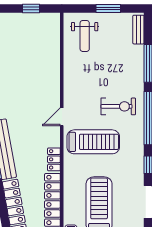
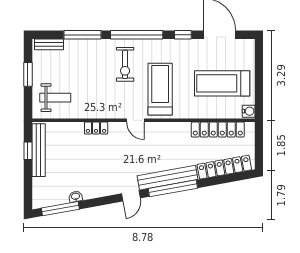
bench: (32, 19) -> (39, 150), added
exercise bike: (118, 106) -> (125, 64), turned 180
locker: (54, 159) -> (96, 128), moved

